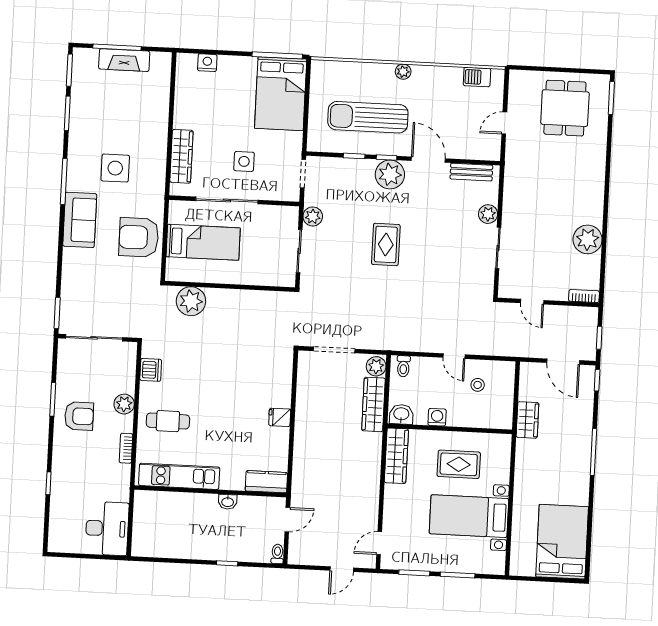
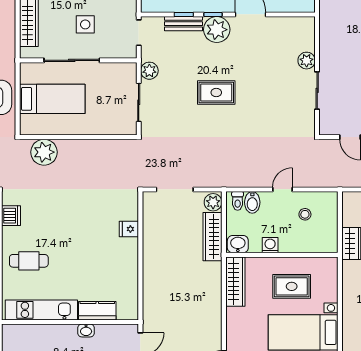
bench: (471, 172) -> (184, 24), moved
rug: (386, 244) -> (216, 93), turned 90
door: (454, 356) -> (282, 189), swing flipped
bidet: (420, 369) -> (252, 202), added
fridge: (280, 417) -> (129, 229), moved
kitchen counter: (266, 482) -> (97, 311), moved

